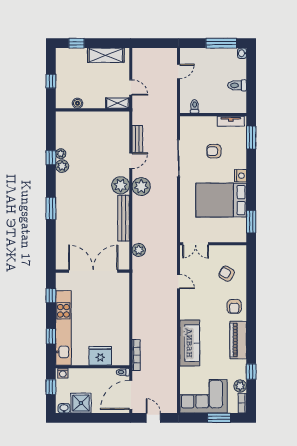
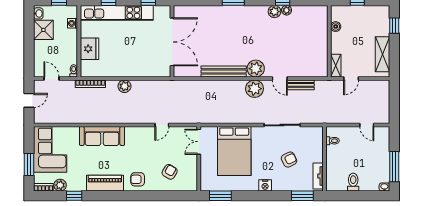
armchair: (214, 151) -> (289, 160), turned 64
bed: (221, 200) -> (234, 151), moved, turned 180
plant: (139, 250) -> (124, 86), moved
washing machine: (63, 373) -> (73, 23), moved
door: (131, 395) -> (51, 78), width x0.53

